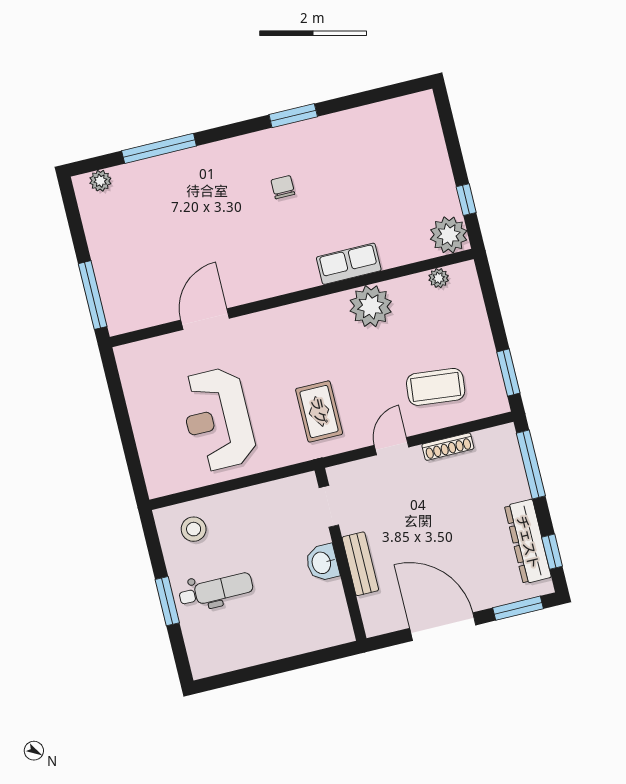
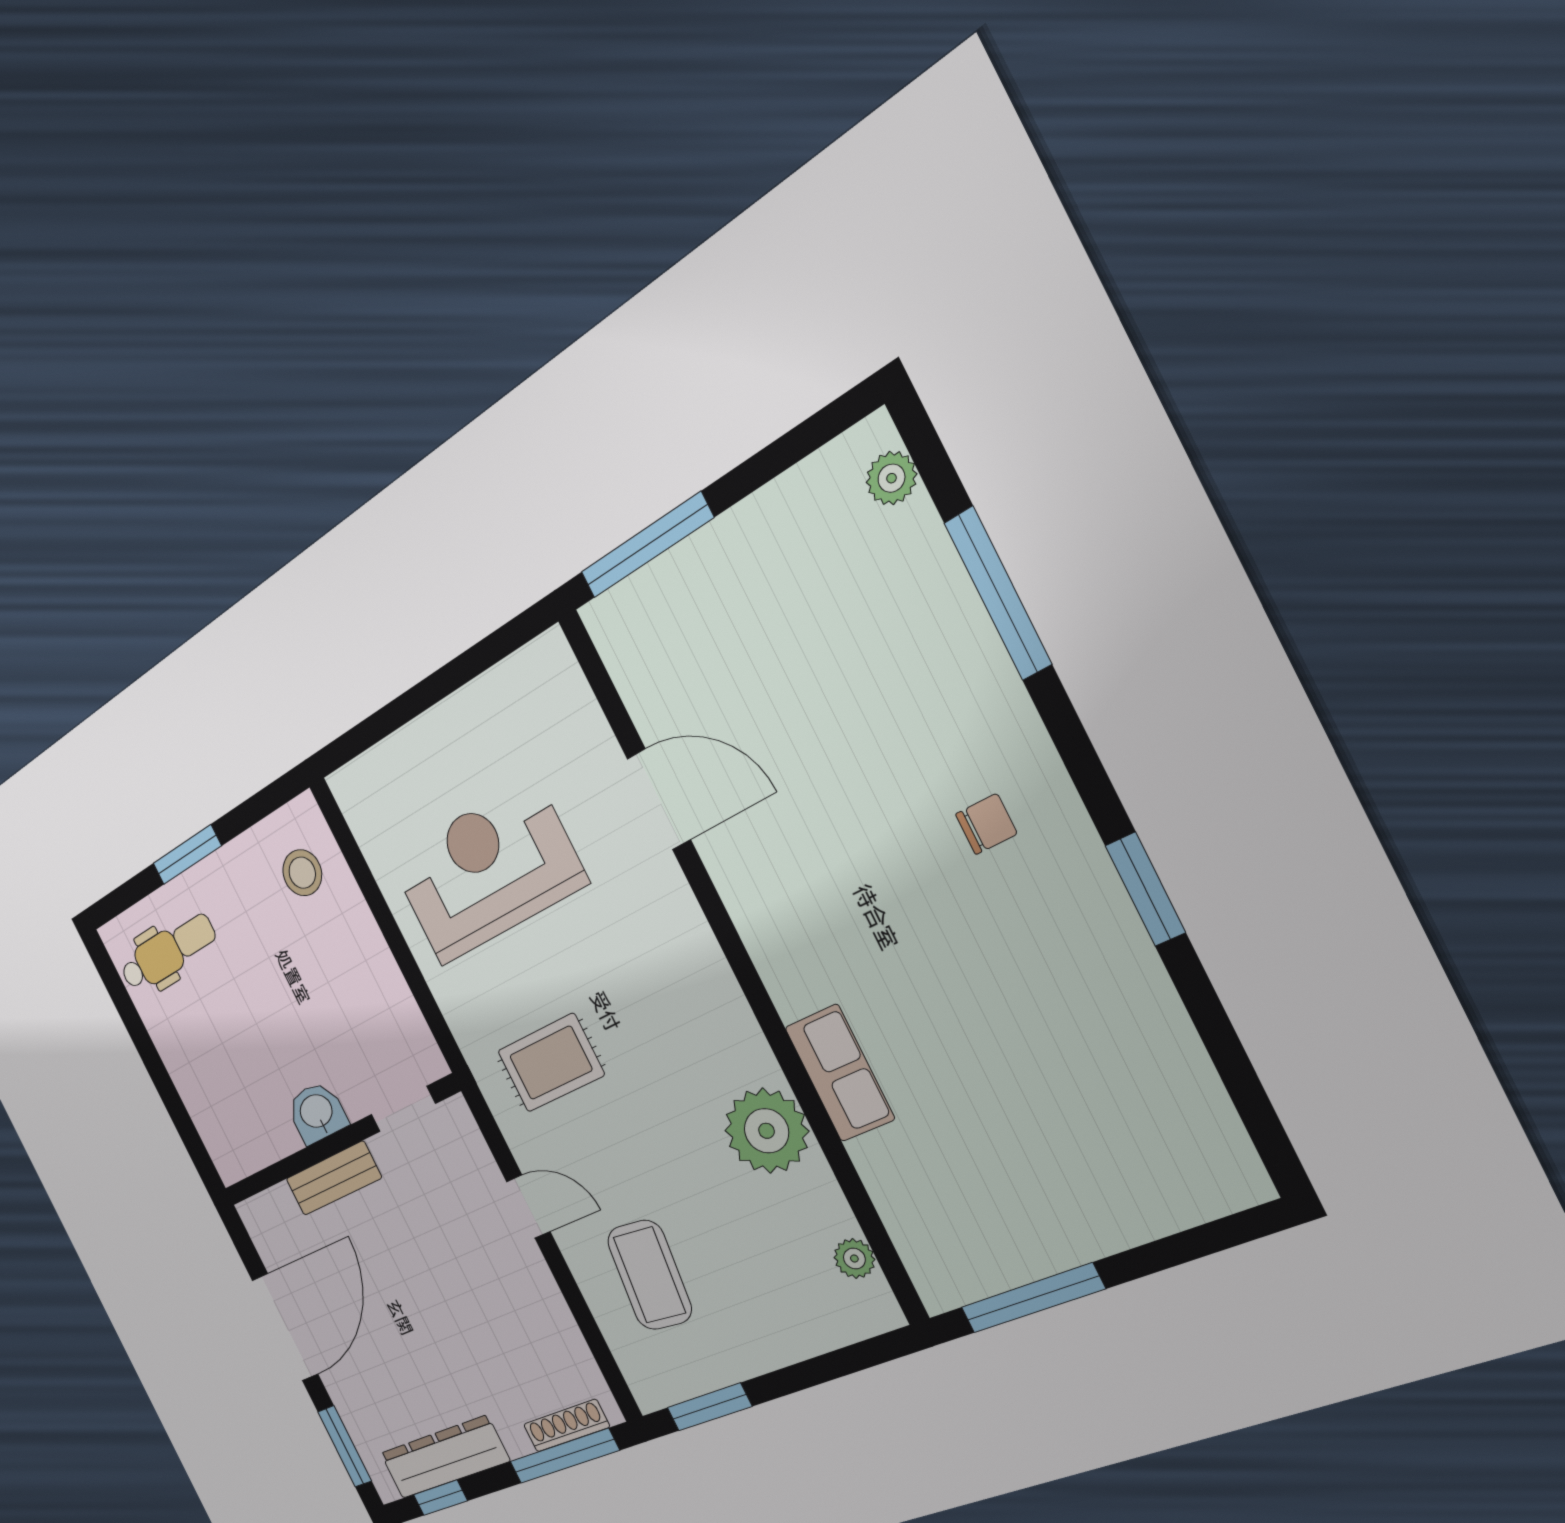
chair: (283, 187) -> (986, 824), moved
window: (466, 200) -> (1032, 1298), width x2.17
plant: (449, 235) -> (948, 1270), removed
shoe rack: (448, 447) -> (566, 1426), moved, turned 90
dental chair: (216, 590) -> (168, 952), moved, turned -90

